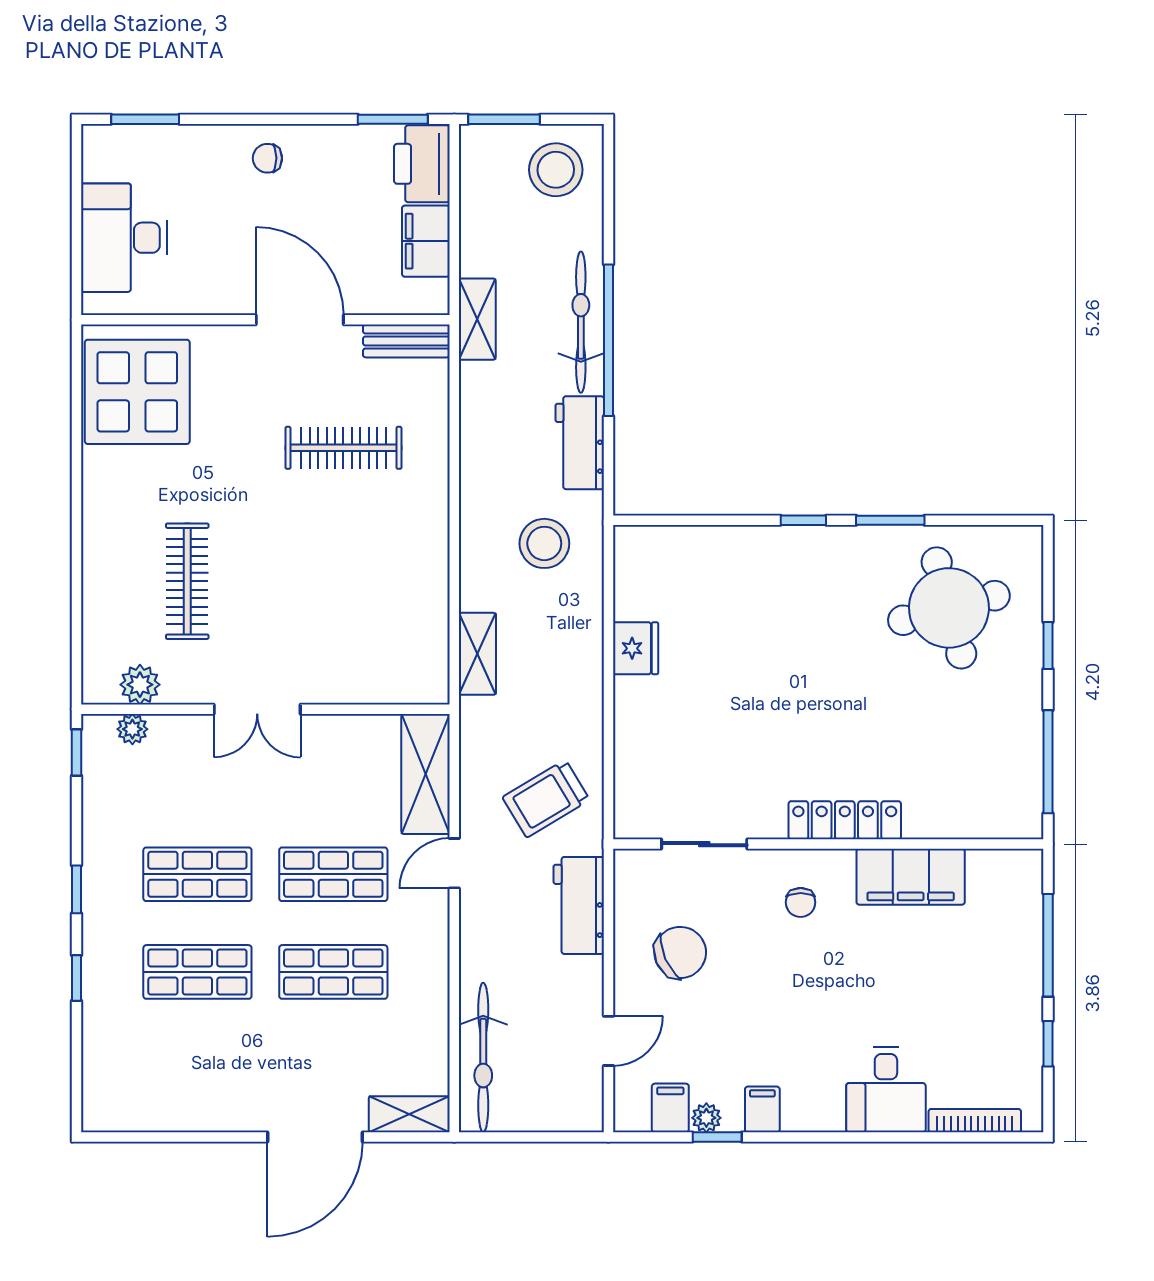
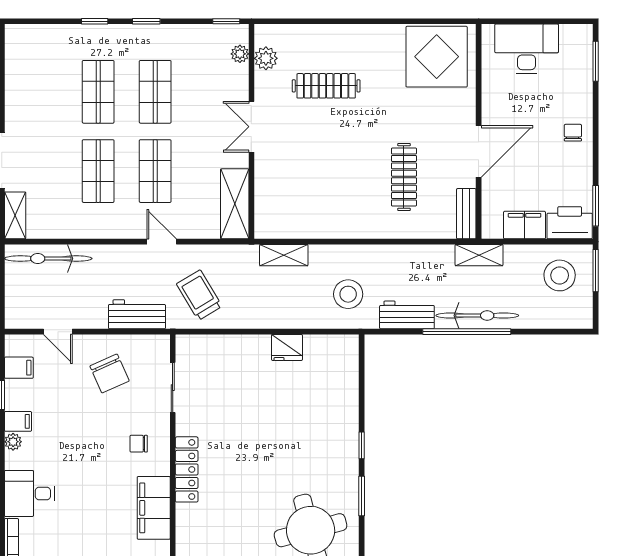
stool: (556, 170) -> (560, 275), moved
shelving: (426, 774) -> (235, 204), moved, turned 90
plant: (706, 1118) -> (13, 442), moved

